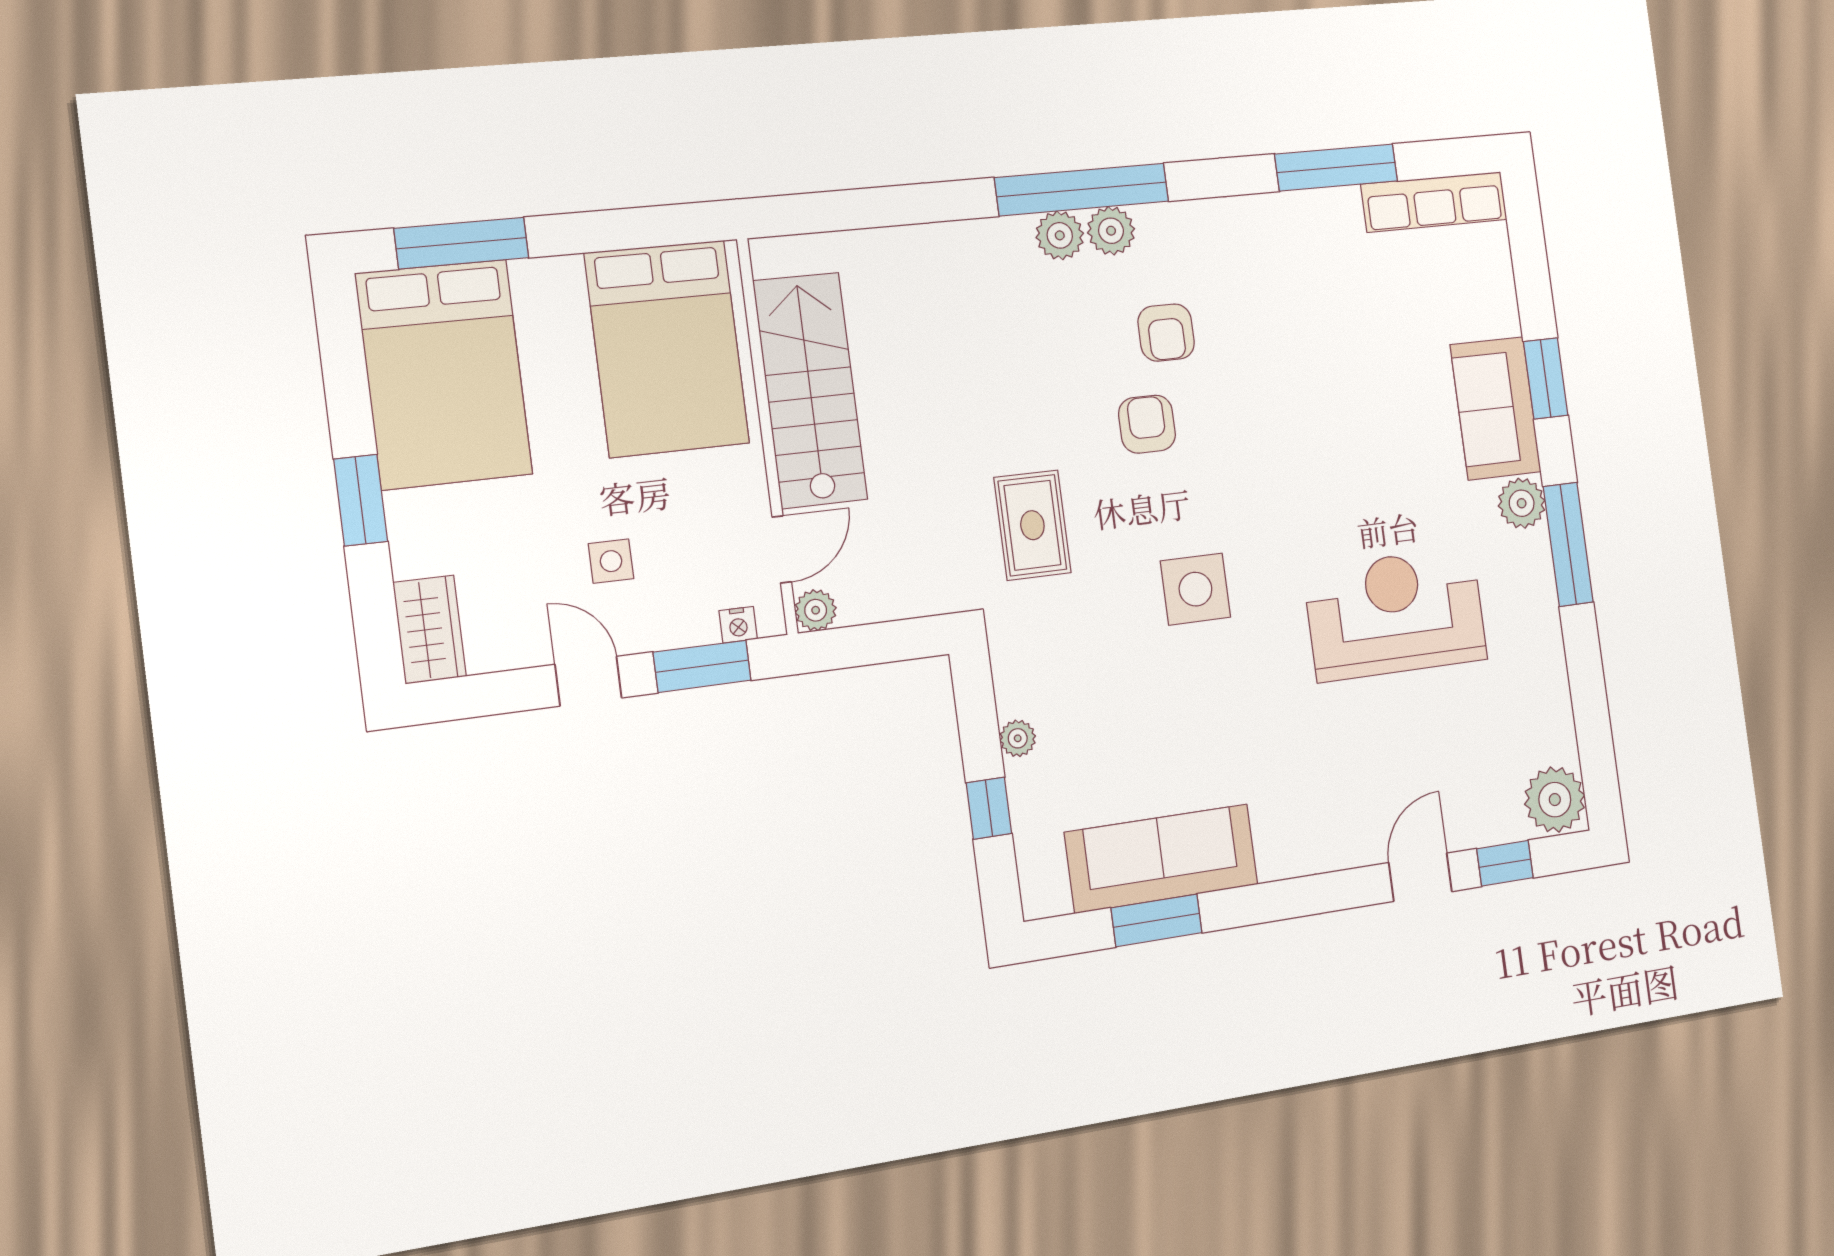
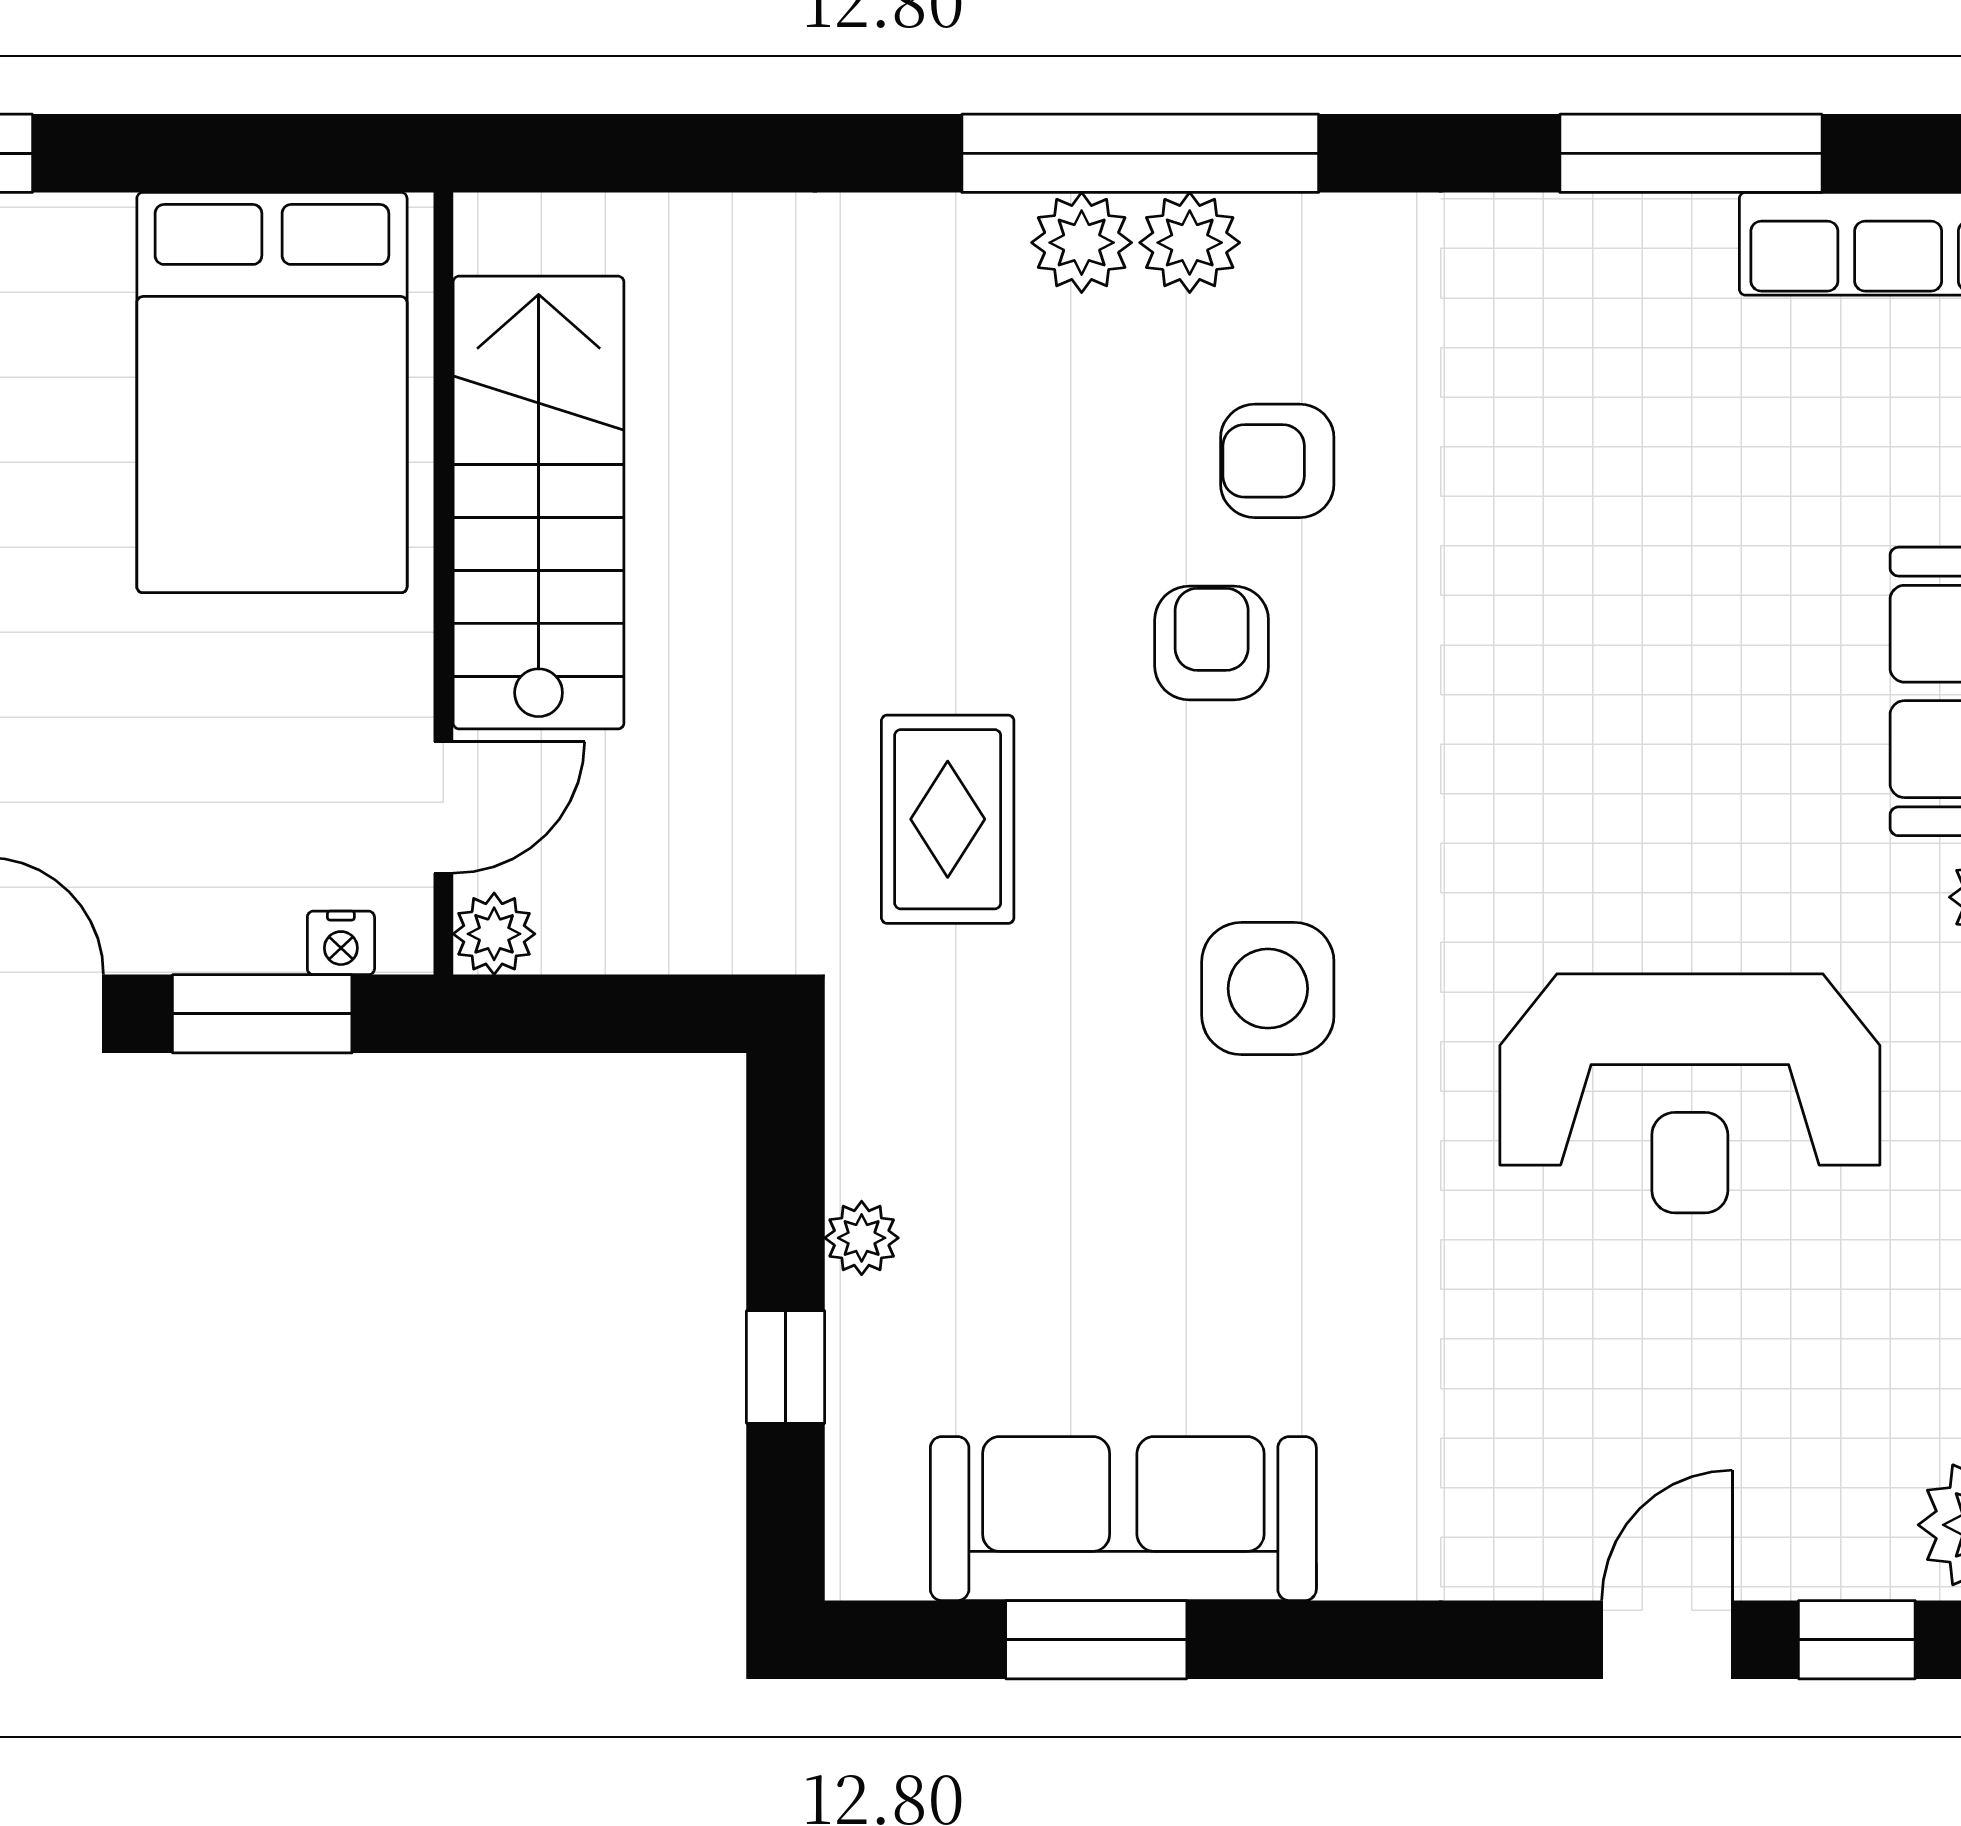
armchair: (1166, 333) -> (1277, 461), turned 90
side table: (611, 561) -> (115, 791), removed
reception desk: (1396, 614) -> (1690, 1093), turned 180

